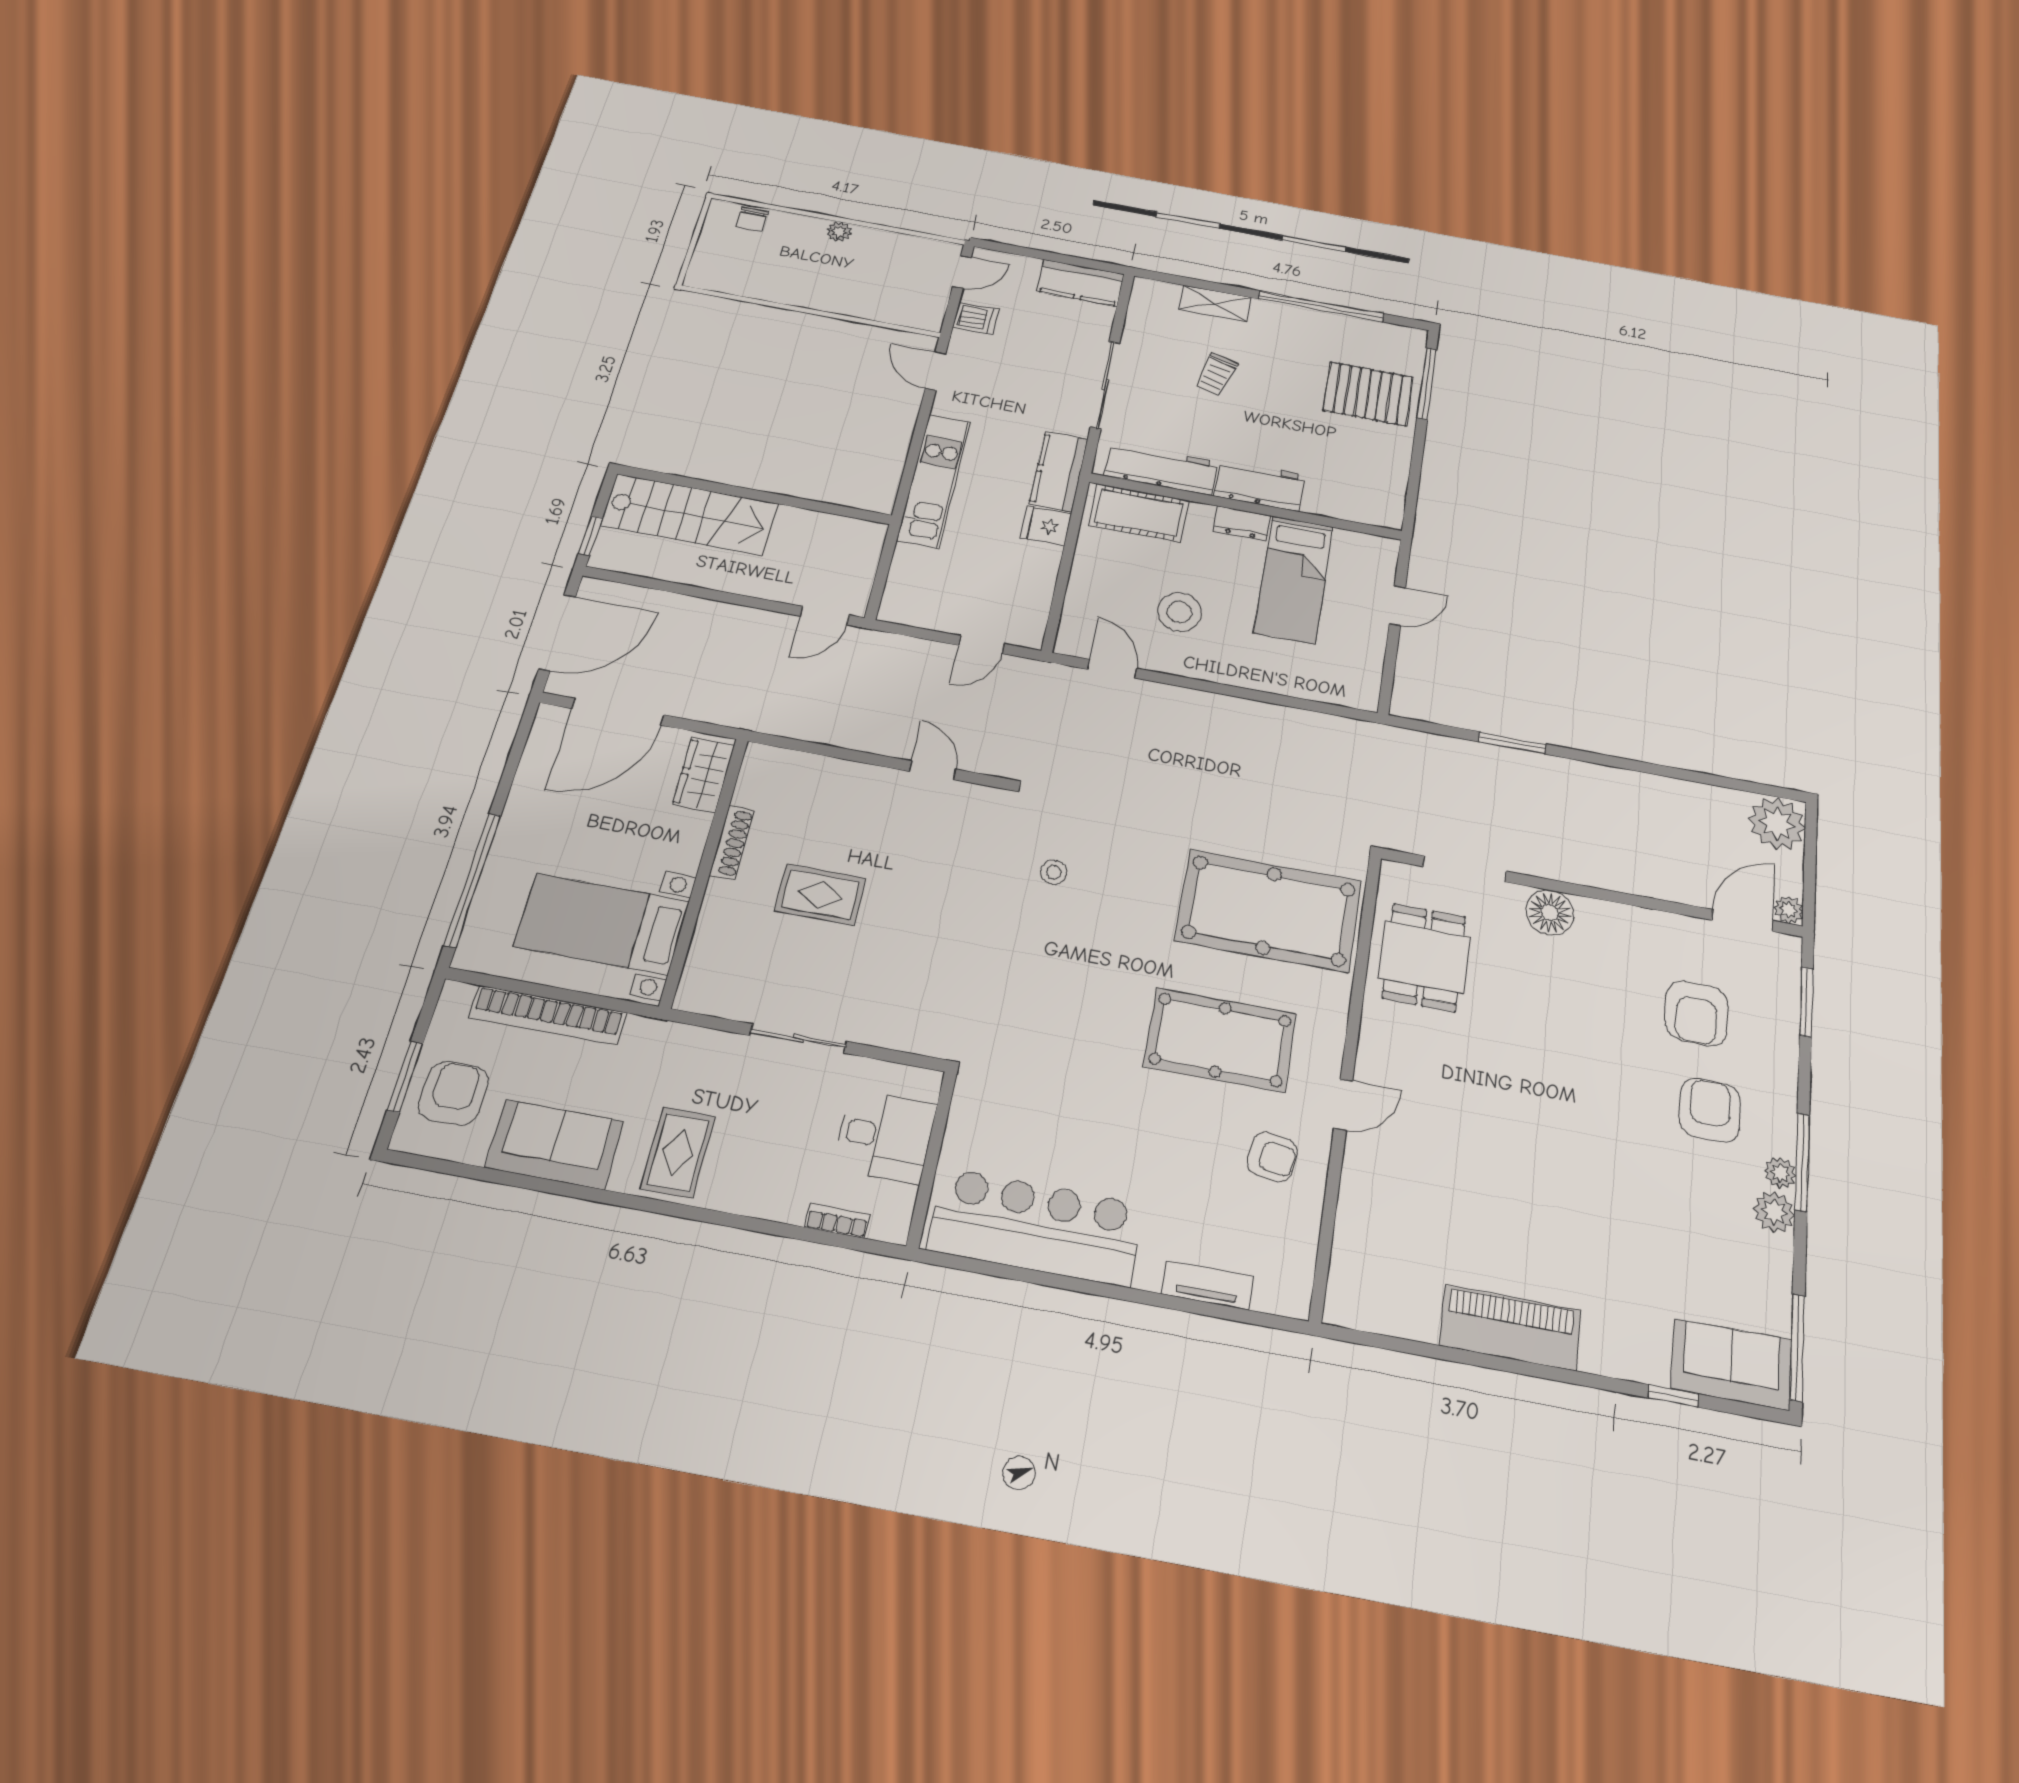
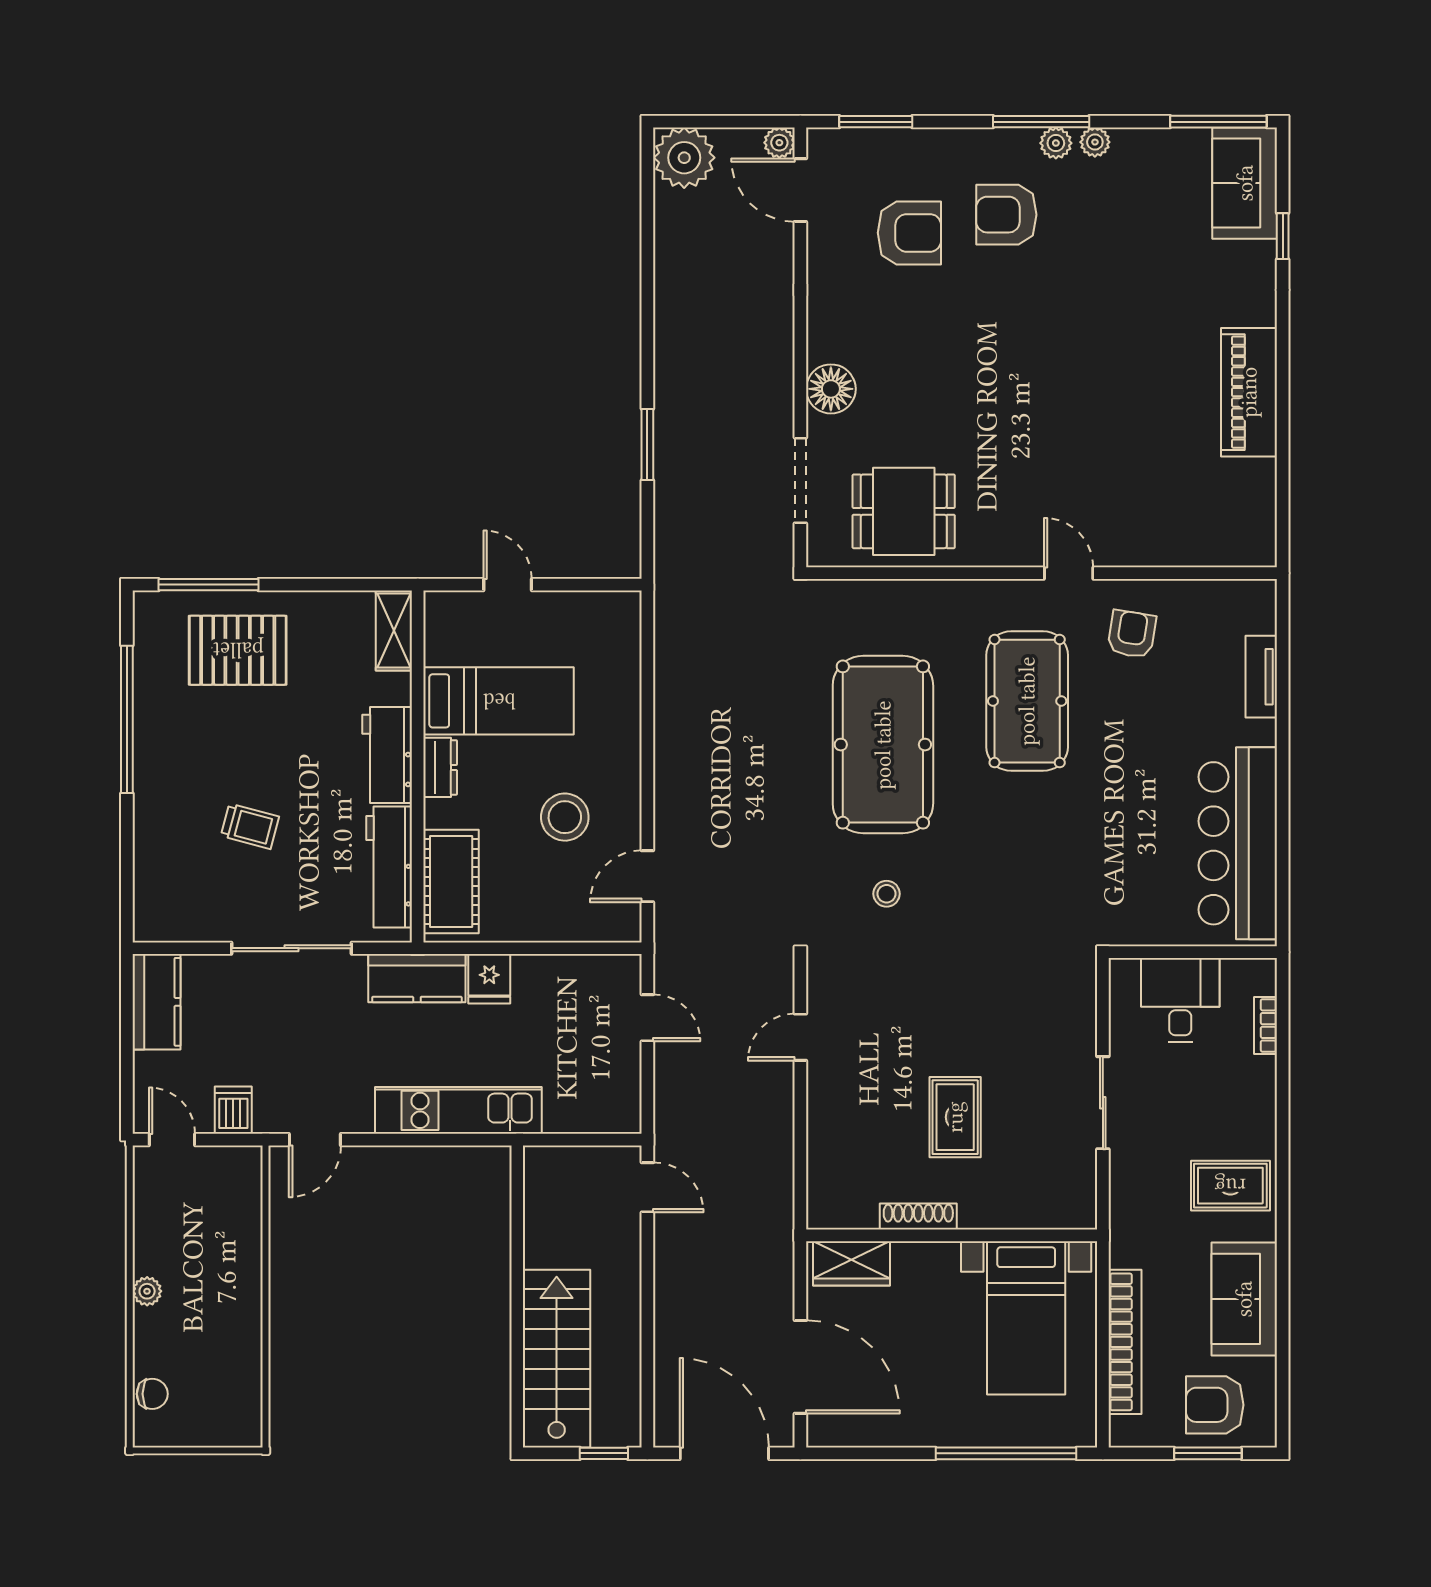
shelving: (1215, 303) -> (394, 630), moved
pallet: (1368, 394) -> (238, 650), turned 90
pool table: (1269, 911) -> (883, 745), moved
plant: (1774, 1212) -> (1095, 142), width x0.73, depth x0.73

